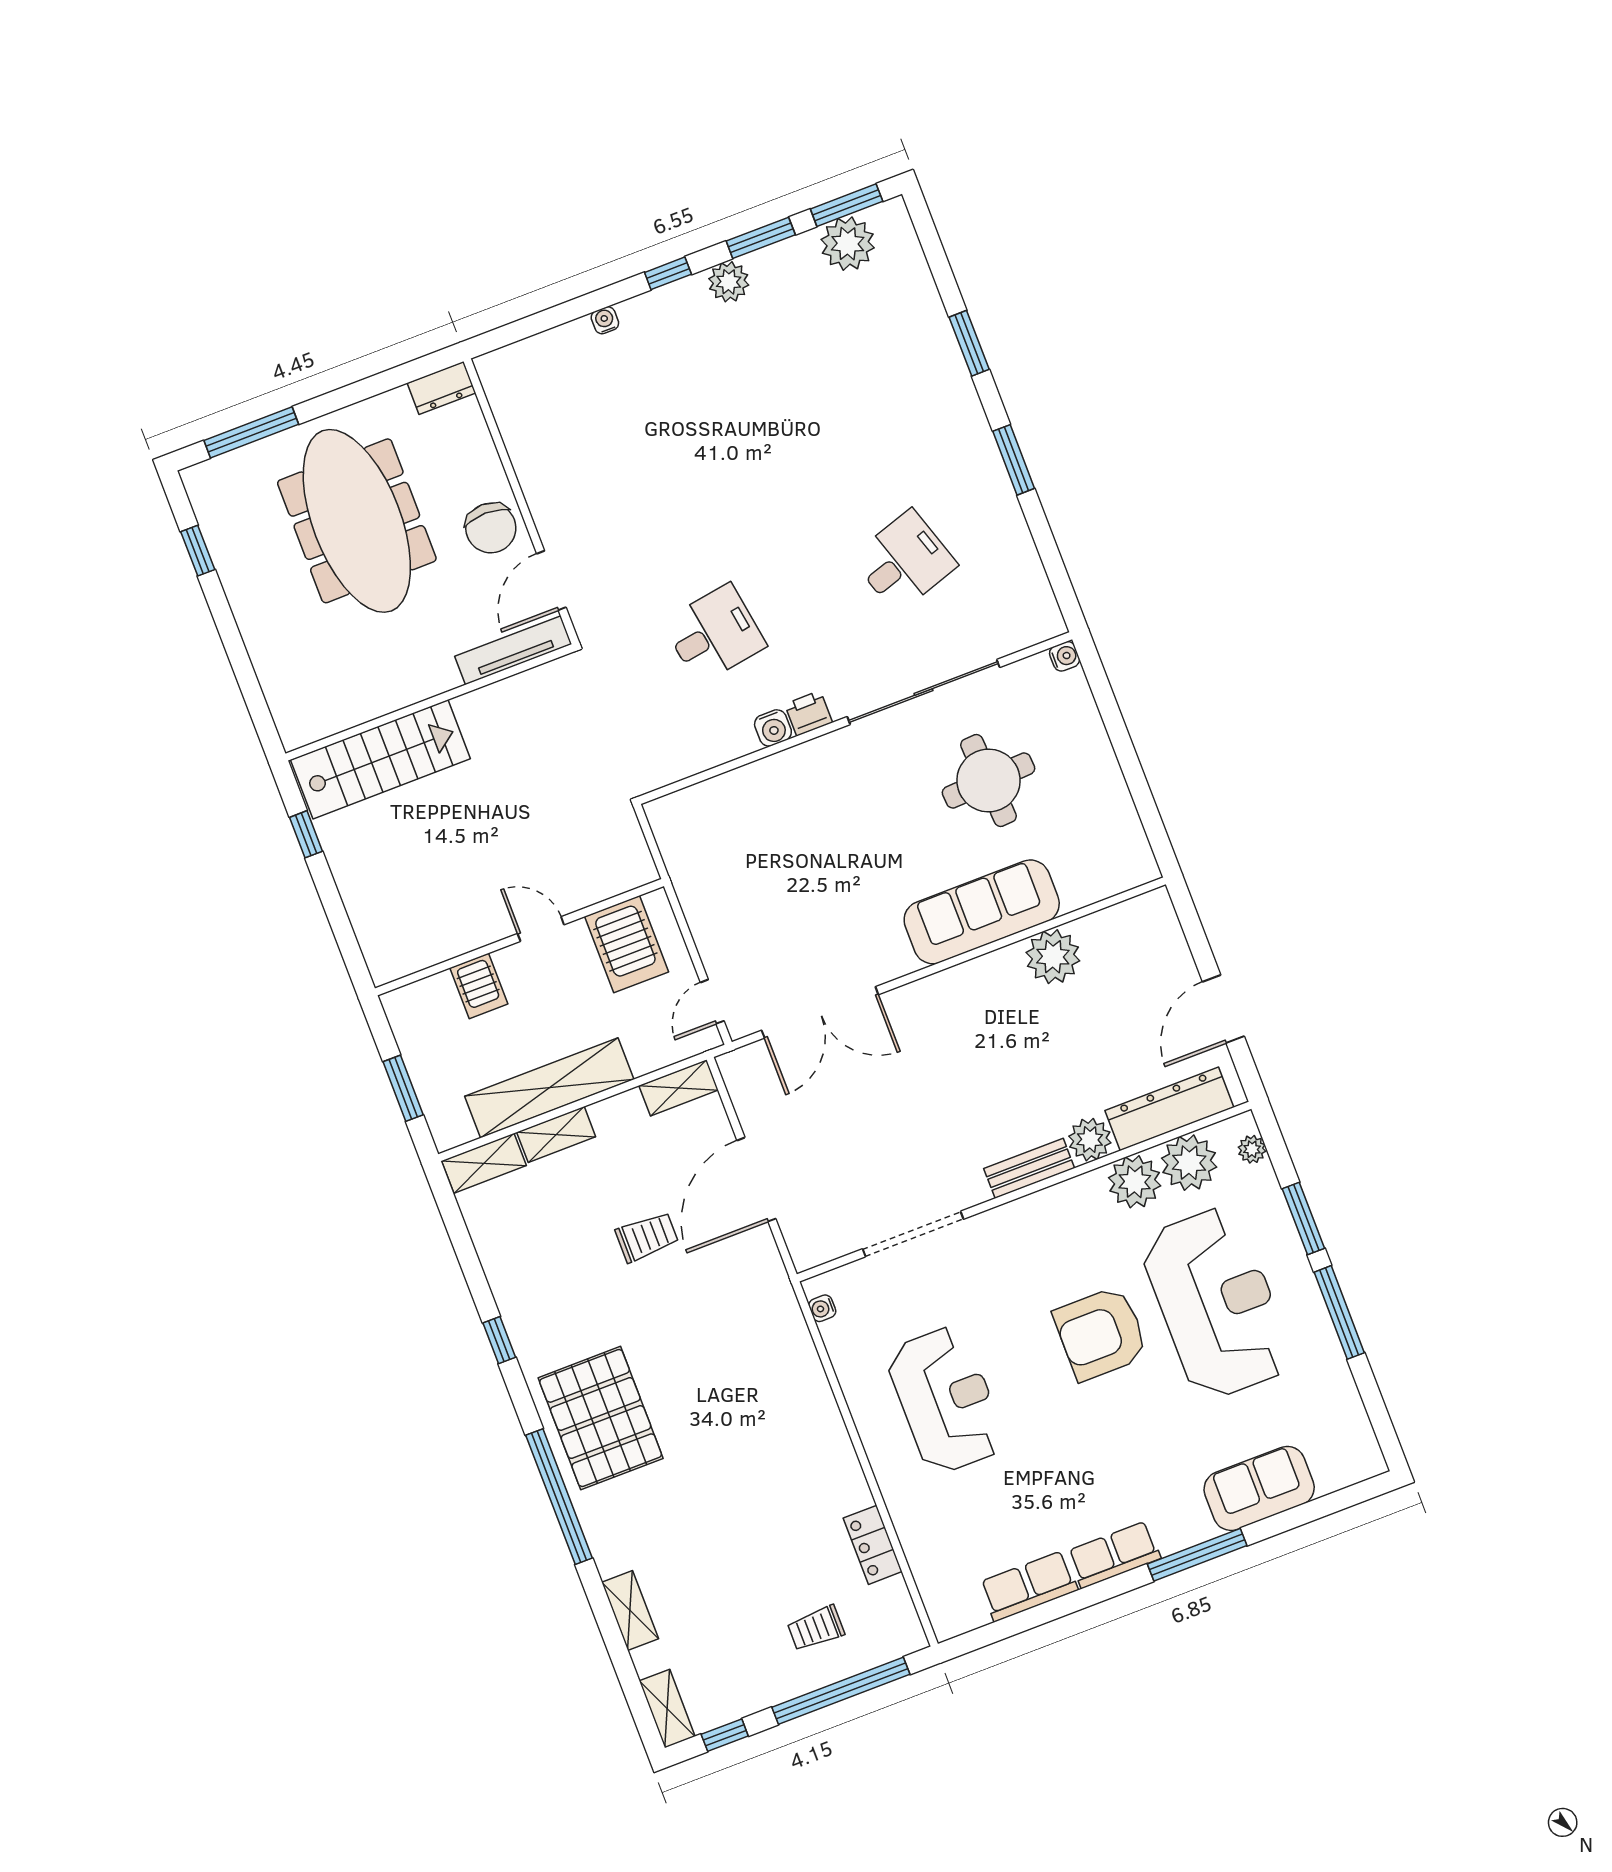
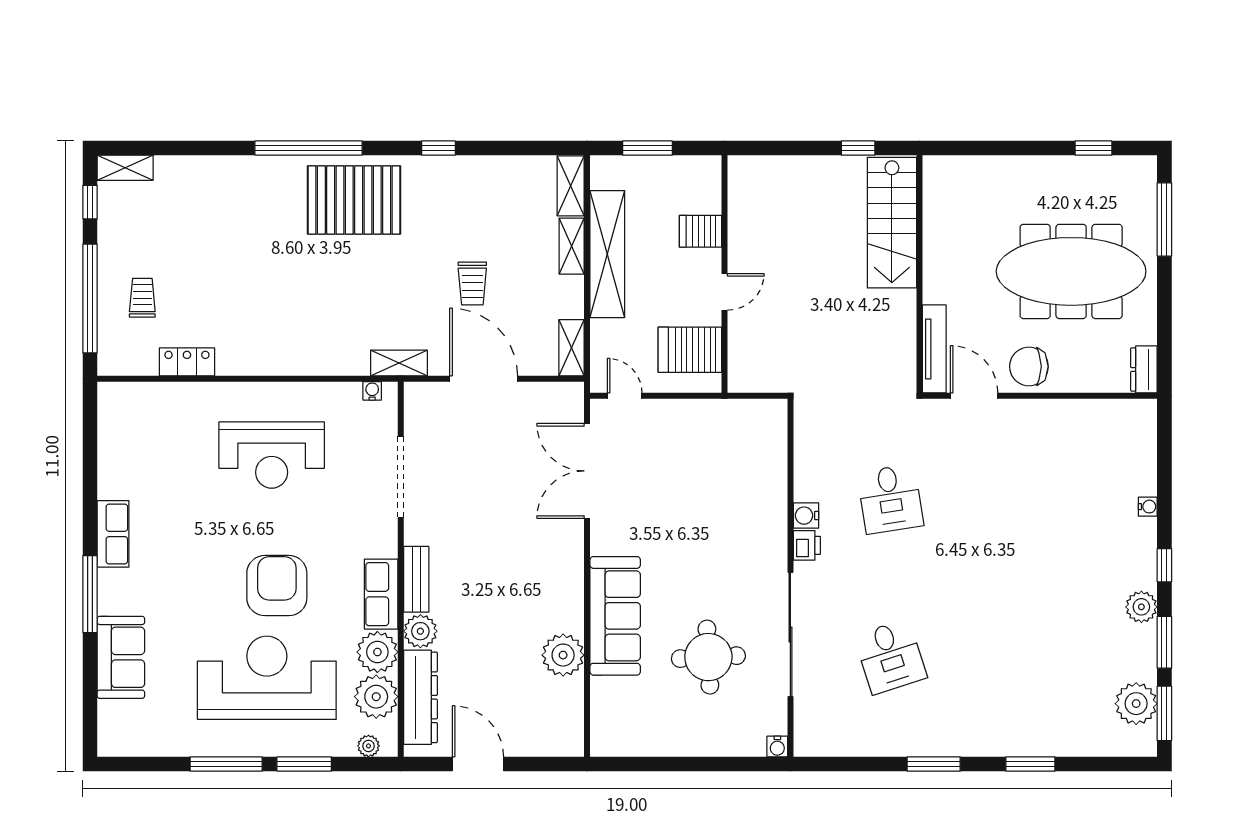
reception desk: (1217, 1303) -> (267, 678), turned 180
row of seats: (1029, 1586) -> (381, 594), moved, turned 180
shelving: (630, 1611) -> (399, 363), moved

